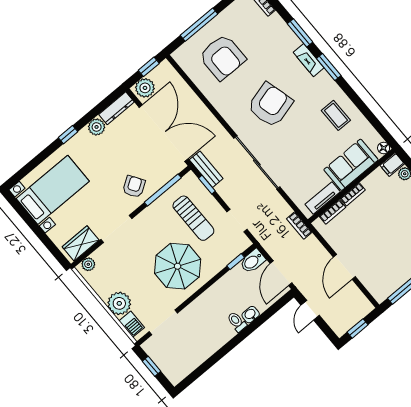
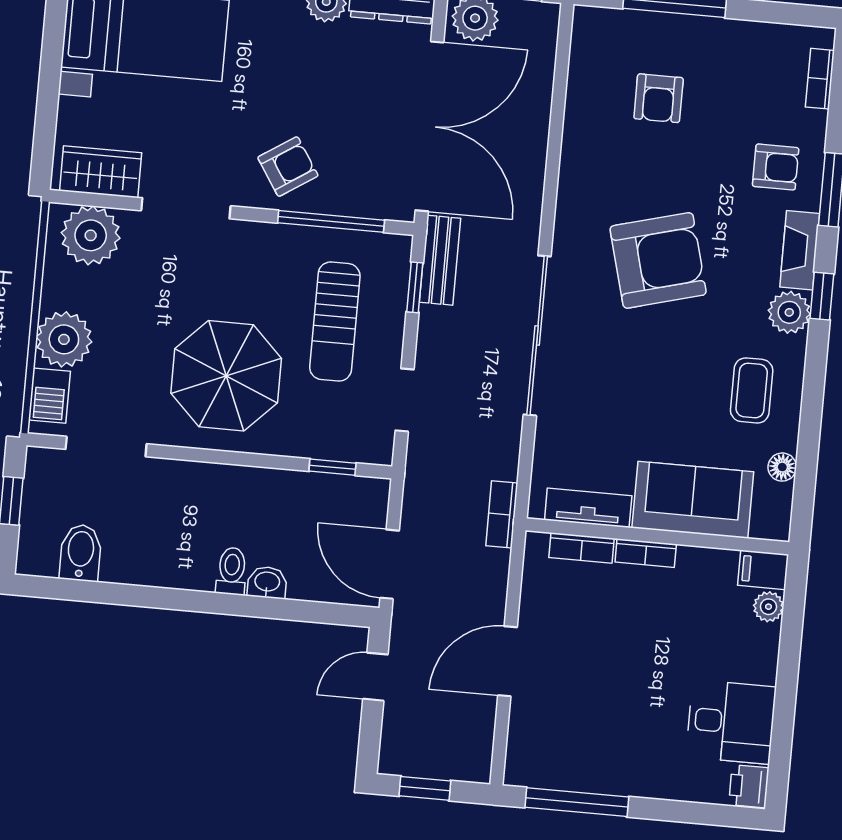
armchair: (277, 43) -> (776, 167), added
armchair: (222, 57) -> (659, 98), width x0.53, depth x0.53
window: (329, 67) -> (822, 296), width x0.67
plant: (324, 81) -> (789, 312), added
floor lamp: (384, 148) -> (782, 467), moved
bidet: (253, 261) -> (81, 553), moved, turned 90
plant: (88, 264) -> (91, 235), width x1.88, depth x1.88
door: (281, 273) -> (390, 564), hinge flipped

